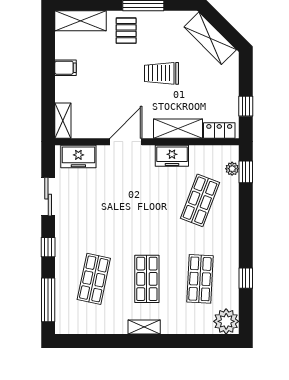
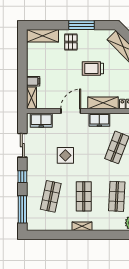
filing cabinet: (65, 68) -> (33, 81), moved
display table: (117, 213) -> (65, 155), added

